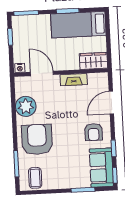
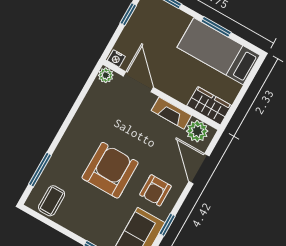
plant: (96, 81) -> (197, 131), added
door: (111, 103) -> (199, 169), hinge flipped
plant: (26, 106) -> (106, 75), moved, width x0.53, depth x0.53
armchair: (37, 140) -> (110, 170), moved

